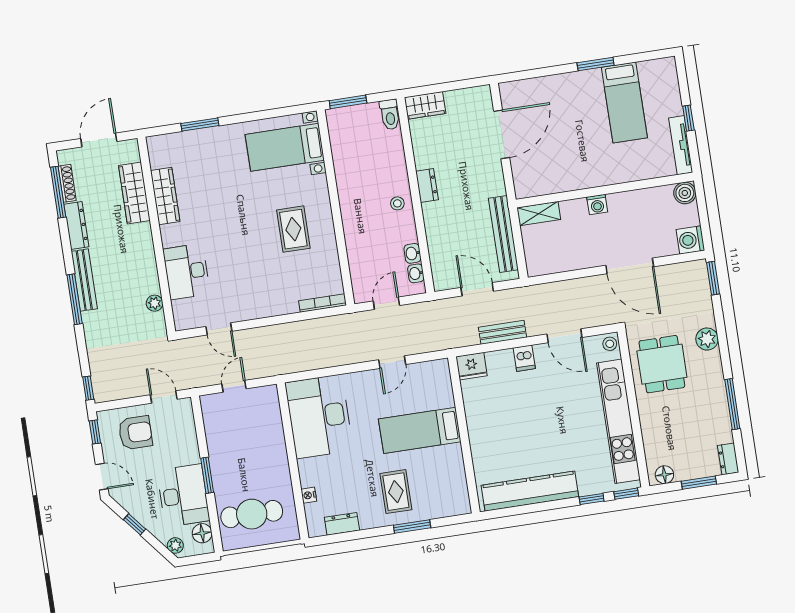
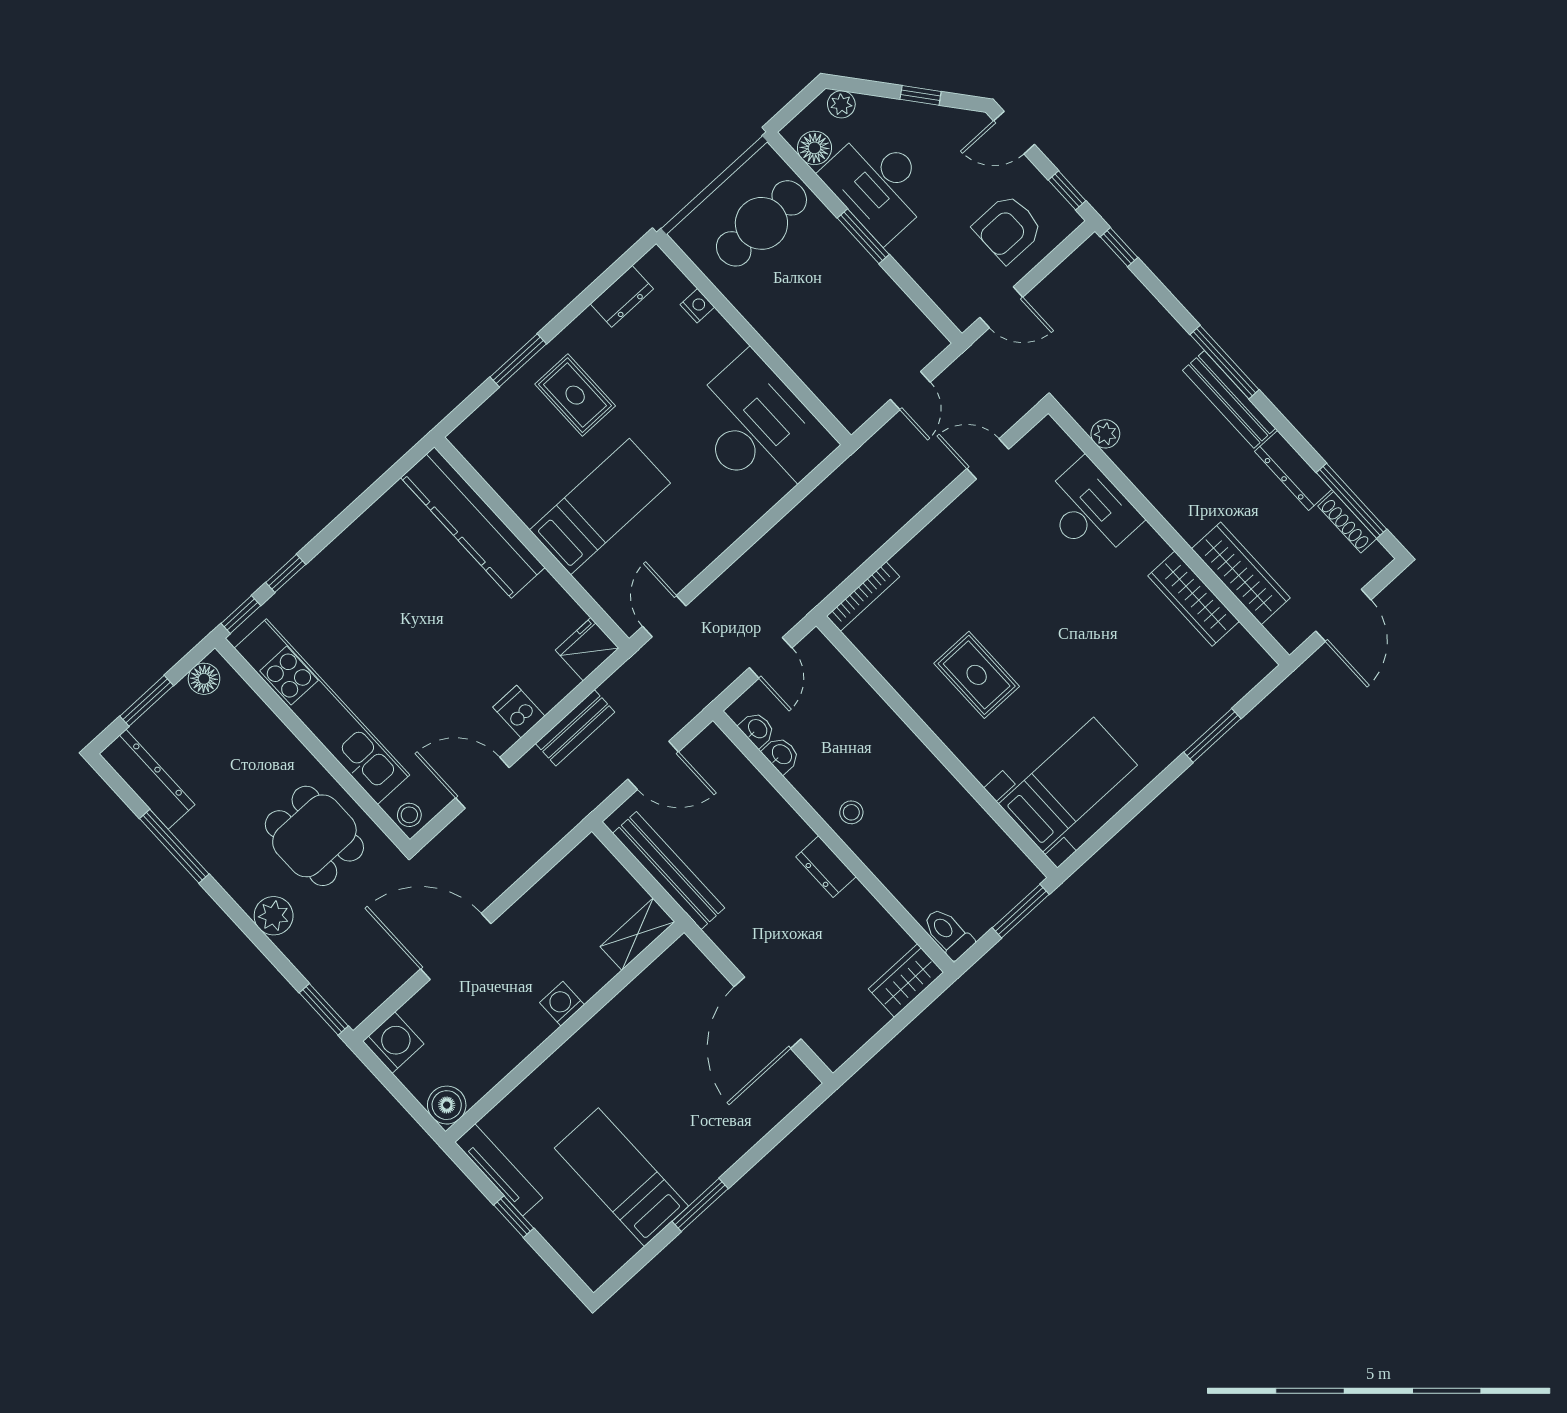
door: (392, 362) -> (664, 616), moved
dresser: (728, 459) -> (147, 779), width x1.96, depth x1.24
kitchen counter: (530, 491) -> (473, 522), moved, turned 90

